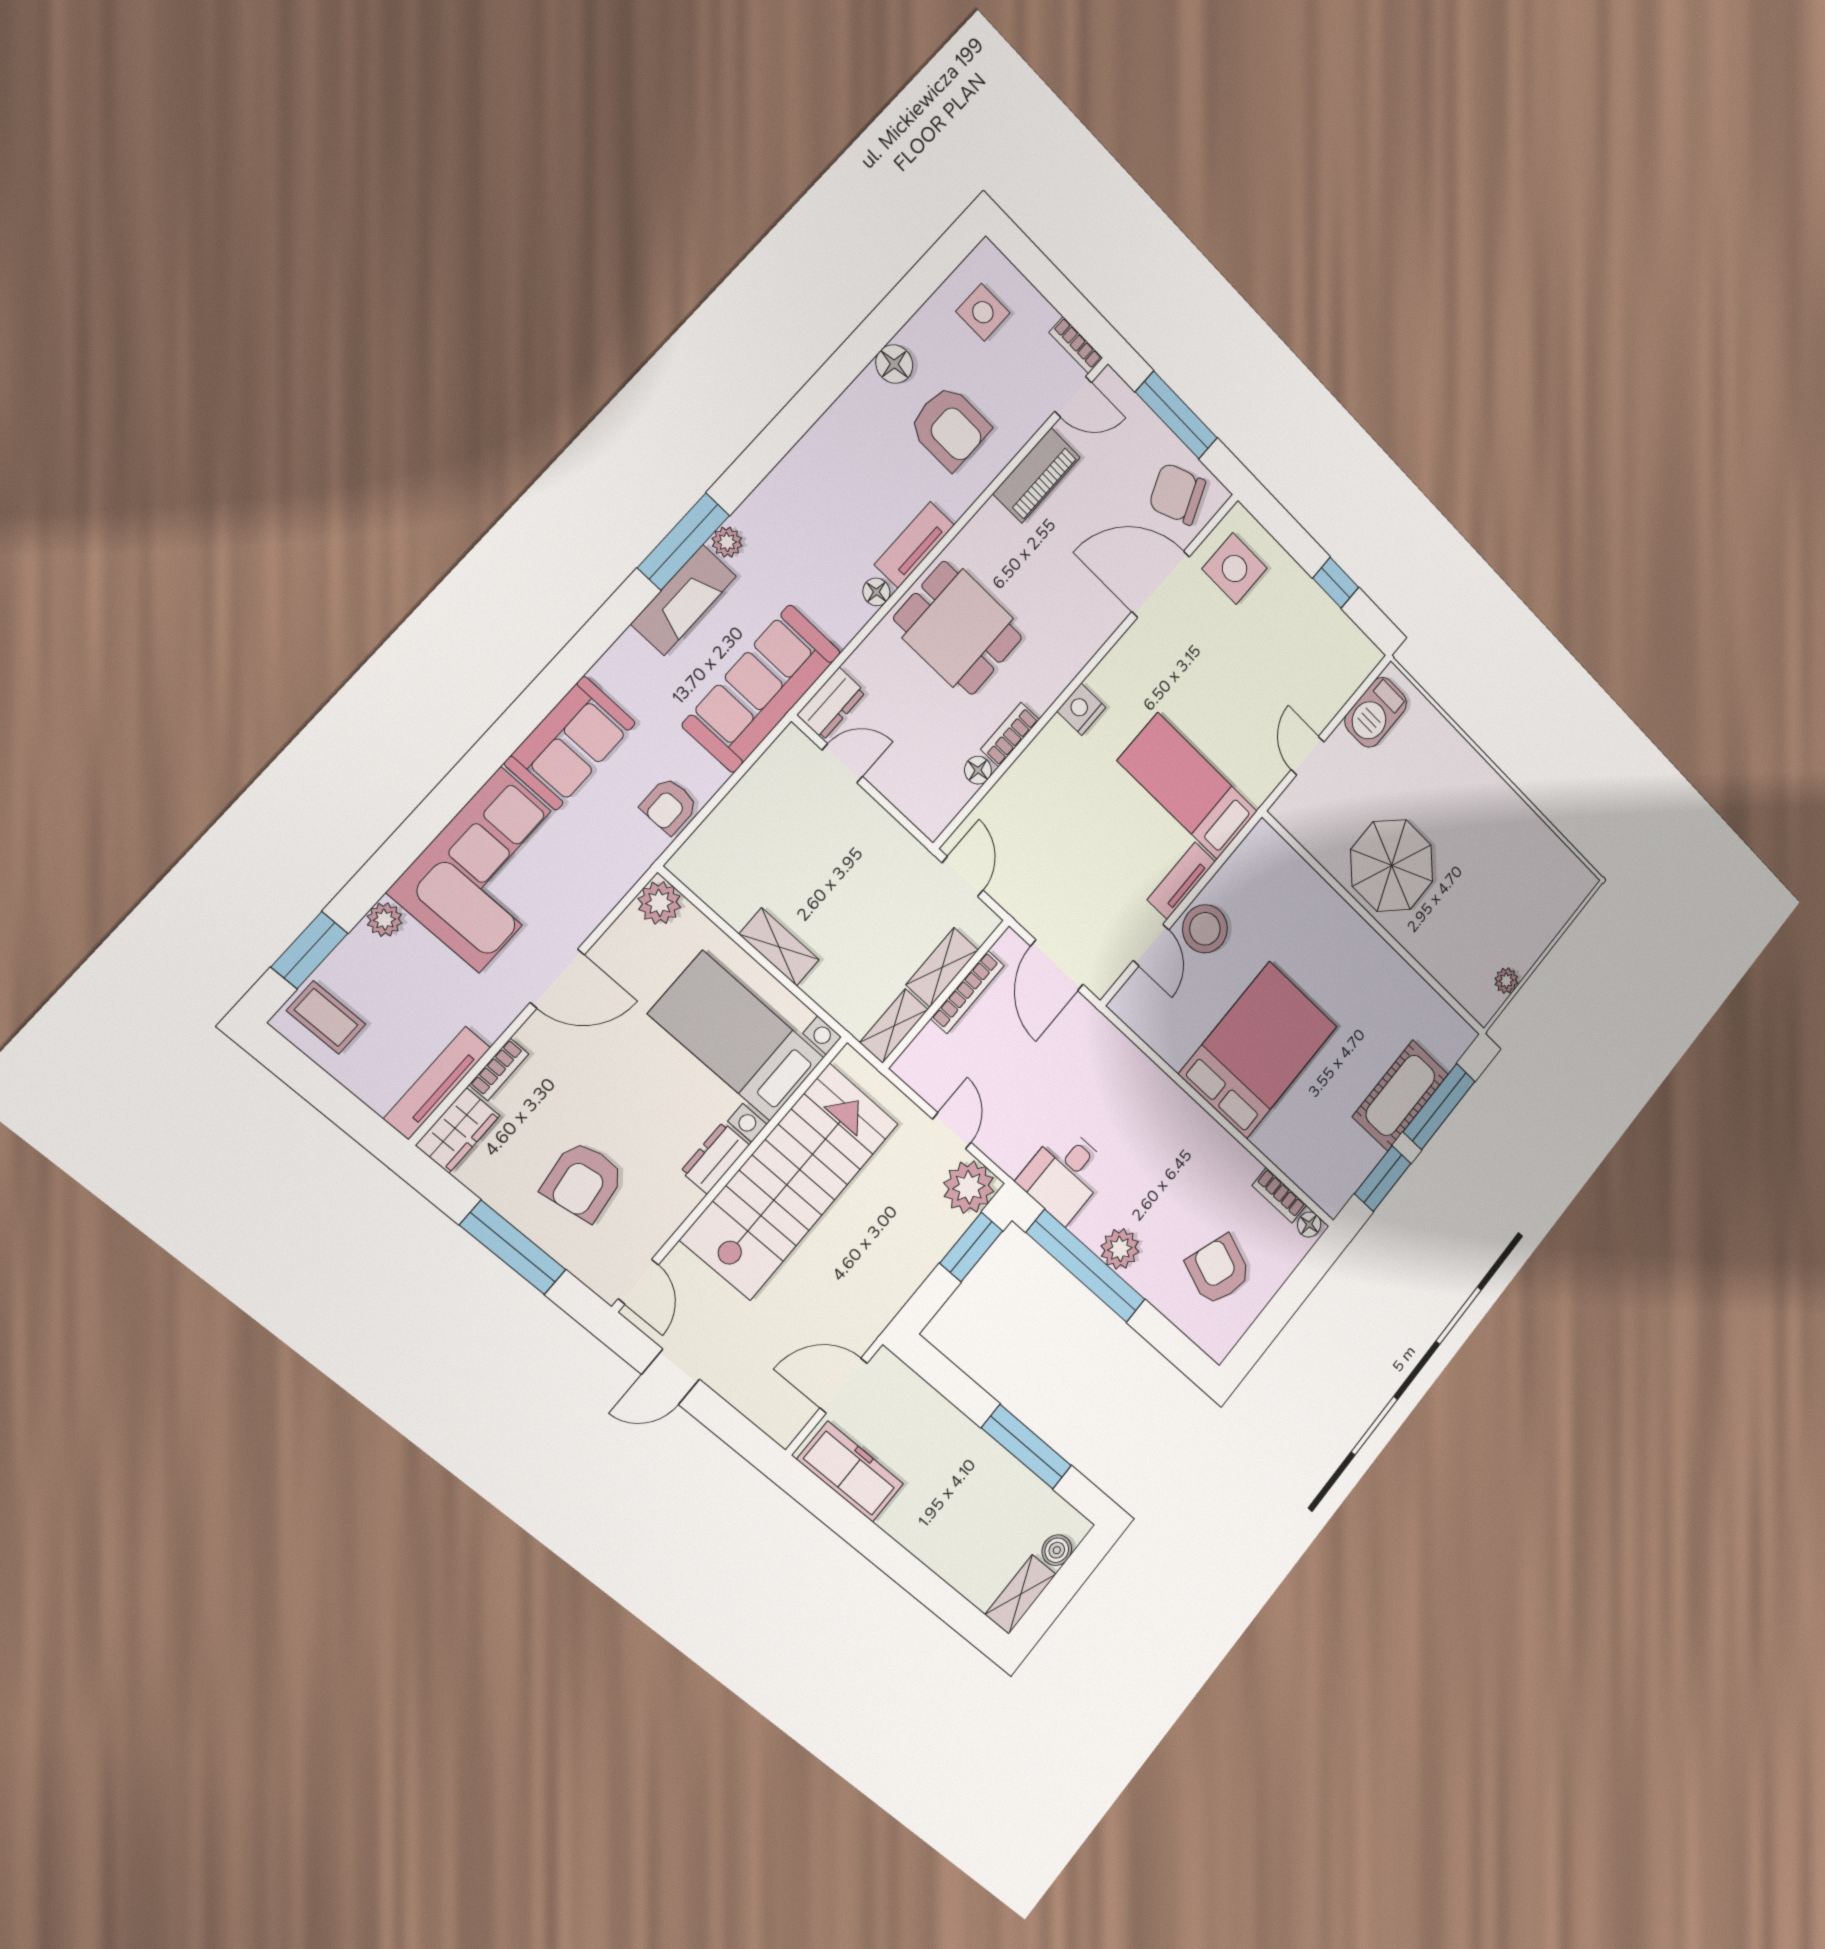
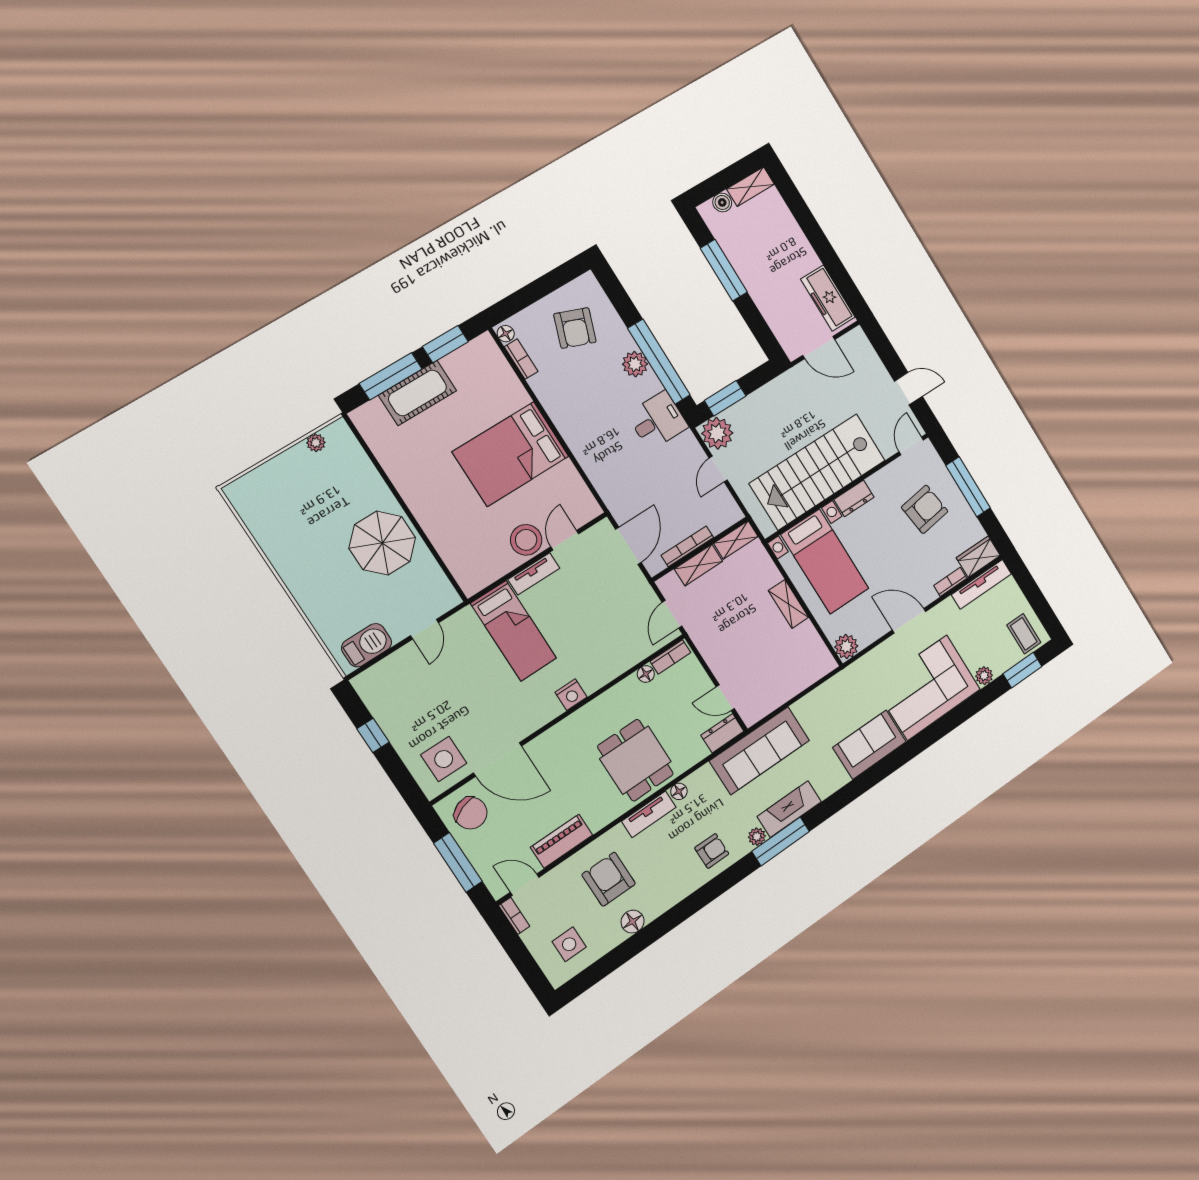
bookcase: (1010, 735) -> (670, 657), moved
armchair: (669, 806) -> (712, 851), moved

